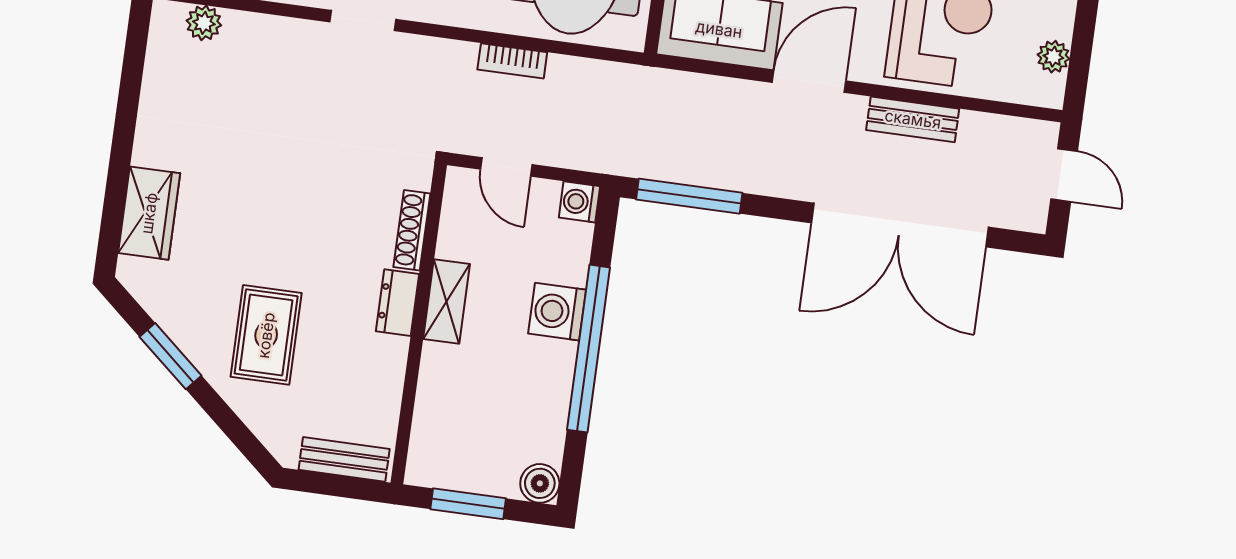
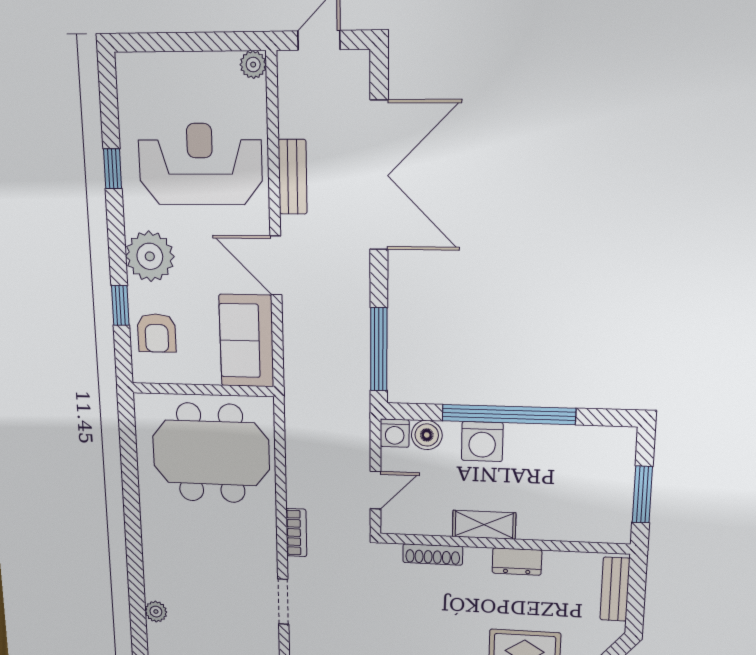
plant: (1053, 57) -> (253, 65), moved
bookcase: (512, 61) -> (296, 533), moved
dresser: (397, 303) -> (517, 562), moved
boiler: (540, 483) -> (427, 435), moved

